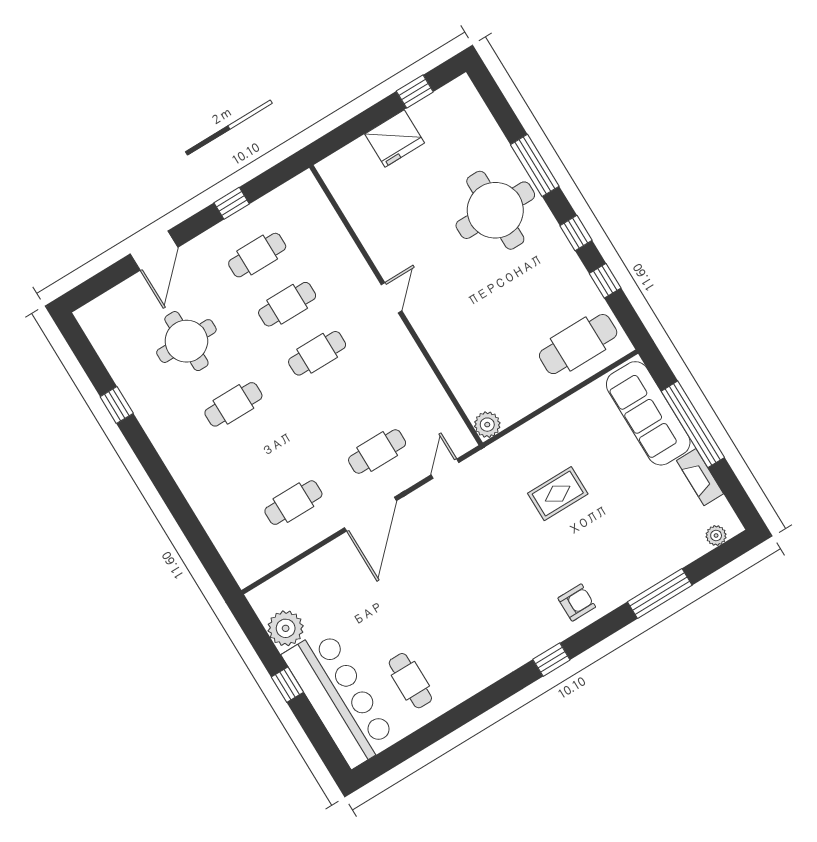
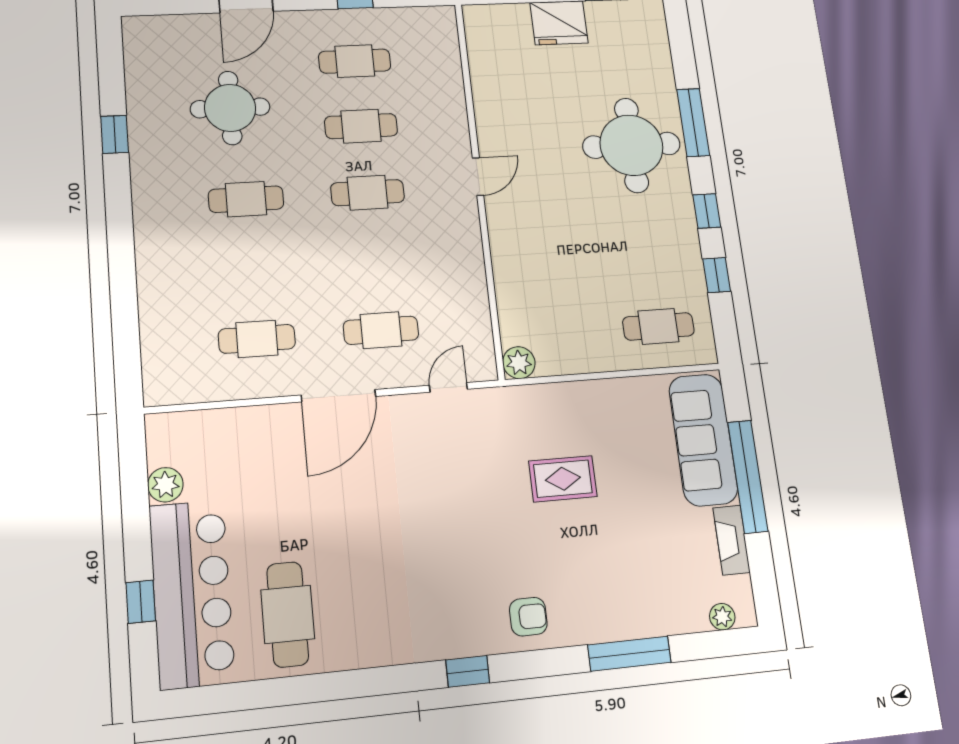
cafe table: (578, 344) -> (658, 326), width x0.73, depth x0.74
plant: (286, 628) -> (165, 485), width x0.73, depth x0.73
cafe table: (410, 681) -> (288, 614), width x1.37, depth x1.35
window: (287, 685) -> (141, 602), moved

